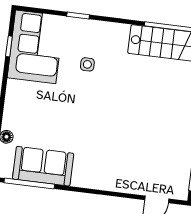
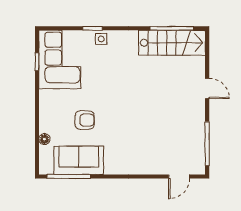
side table: (87, 64) -> (101, 39), moved
armchair: (56, 121) -> (85, 120), added

